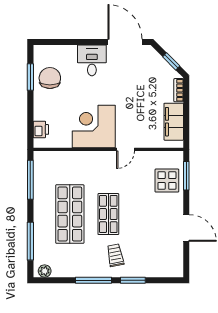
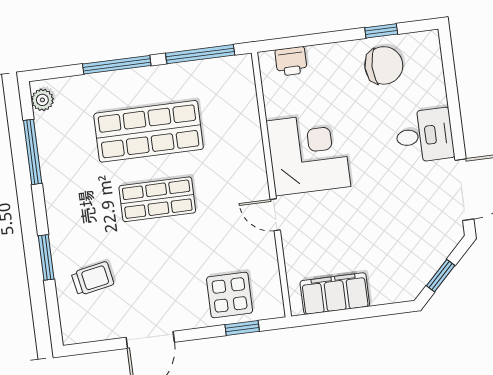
window: (30, 77) -> (381, 31), width x0.67
bookcase: (179, 90) -> (391, 295), removed
window: (186, 176) -> (242, 328), width x0.67
window: (30, 241) -> (117, 65), moved
trolley: (115, 255) -> (93, 279), moved
window: (94, 280) -> (33, 152), moved

